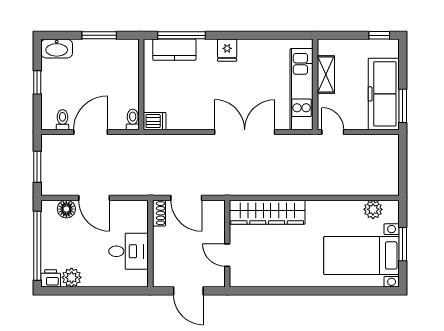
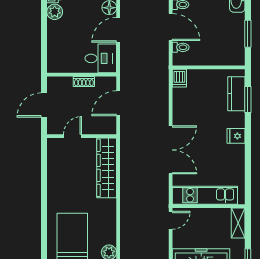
window: (182, 35) -> (248, 100), width x0.69
shelving: (326, 75) -> (238, 223), moved, turned 90
toilet: (133, 119) -> (181, 47), moved
shoe rack: (159, 213) -> (84, 82), moved
desk: (129, 251) -> (101, 58), moved, turned -90

